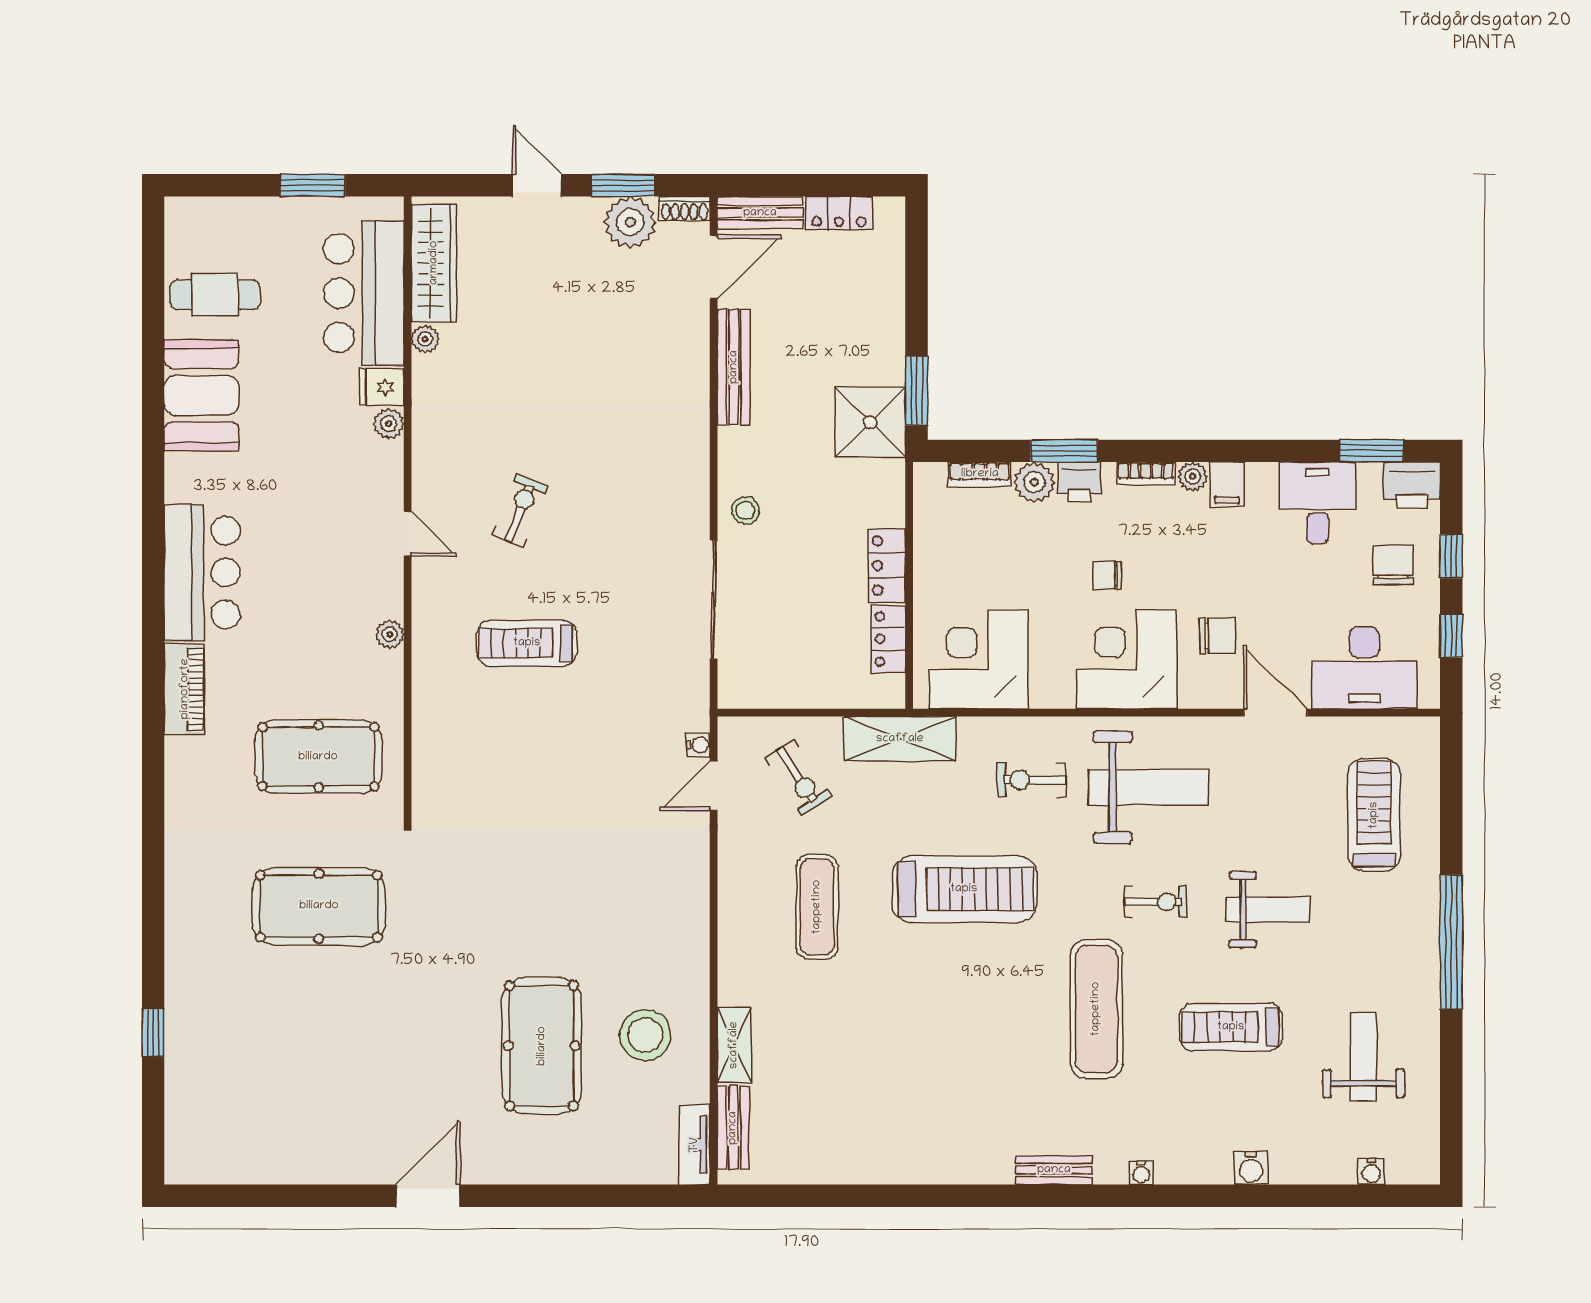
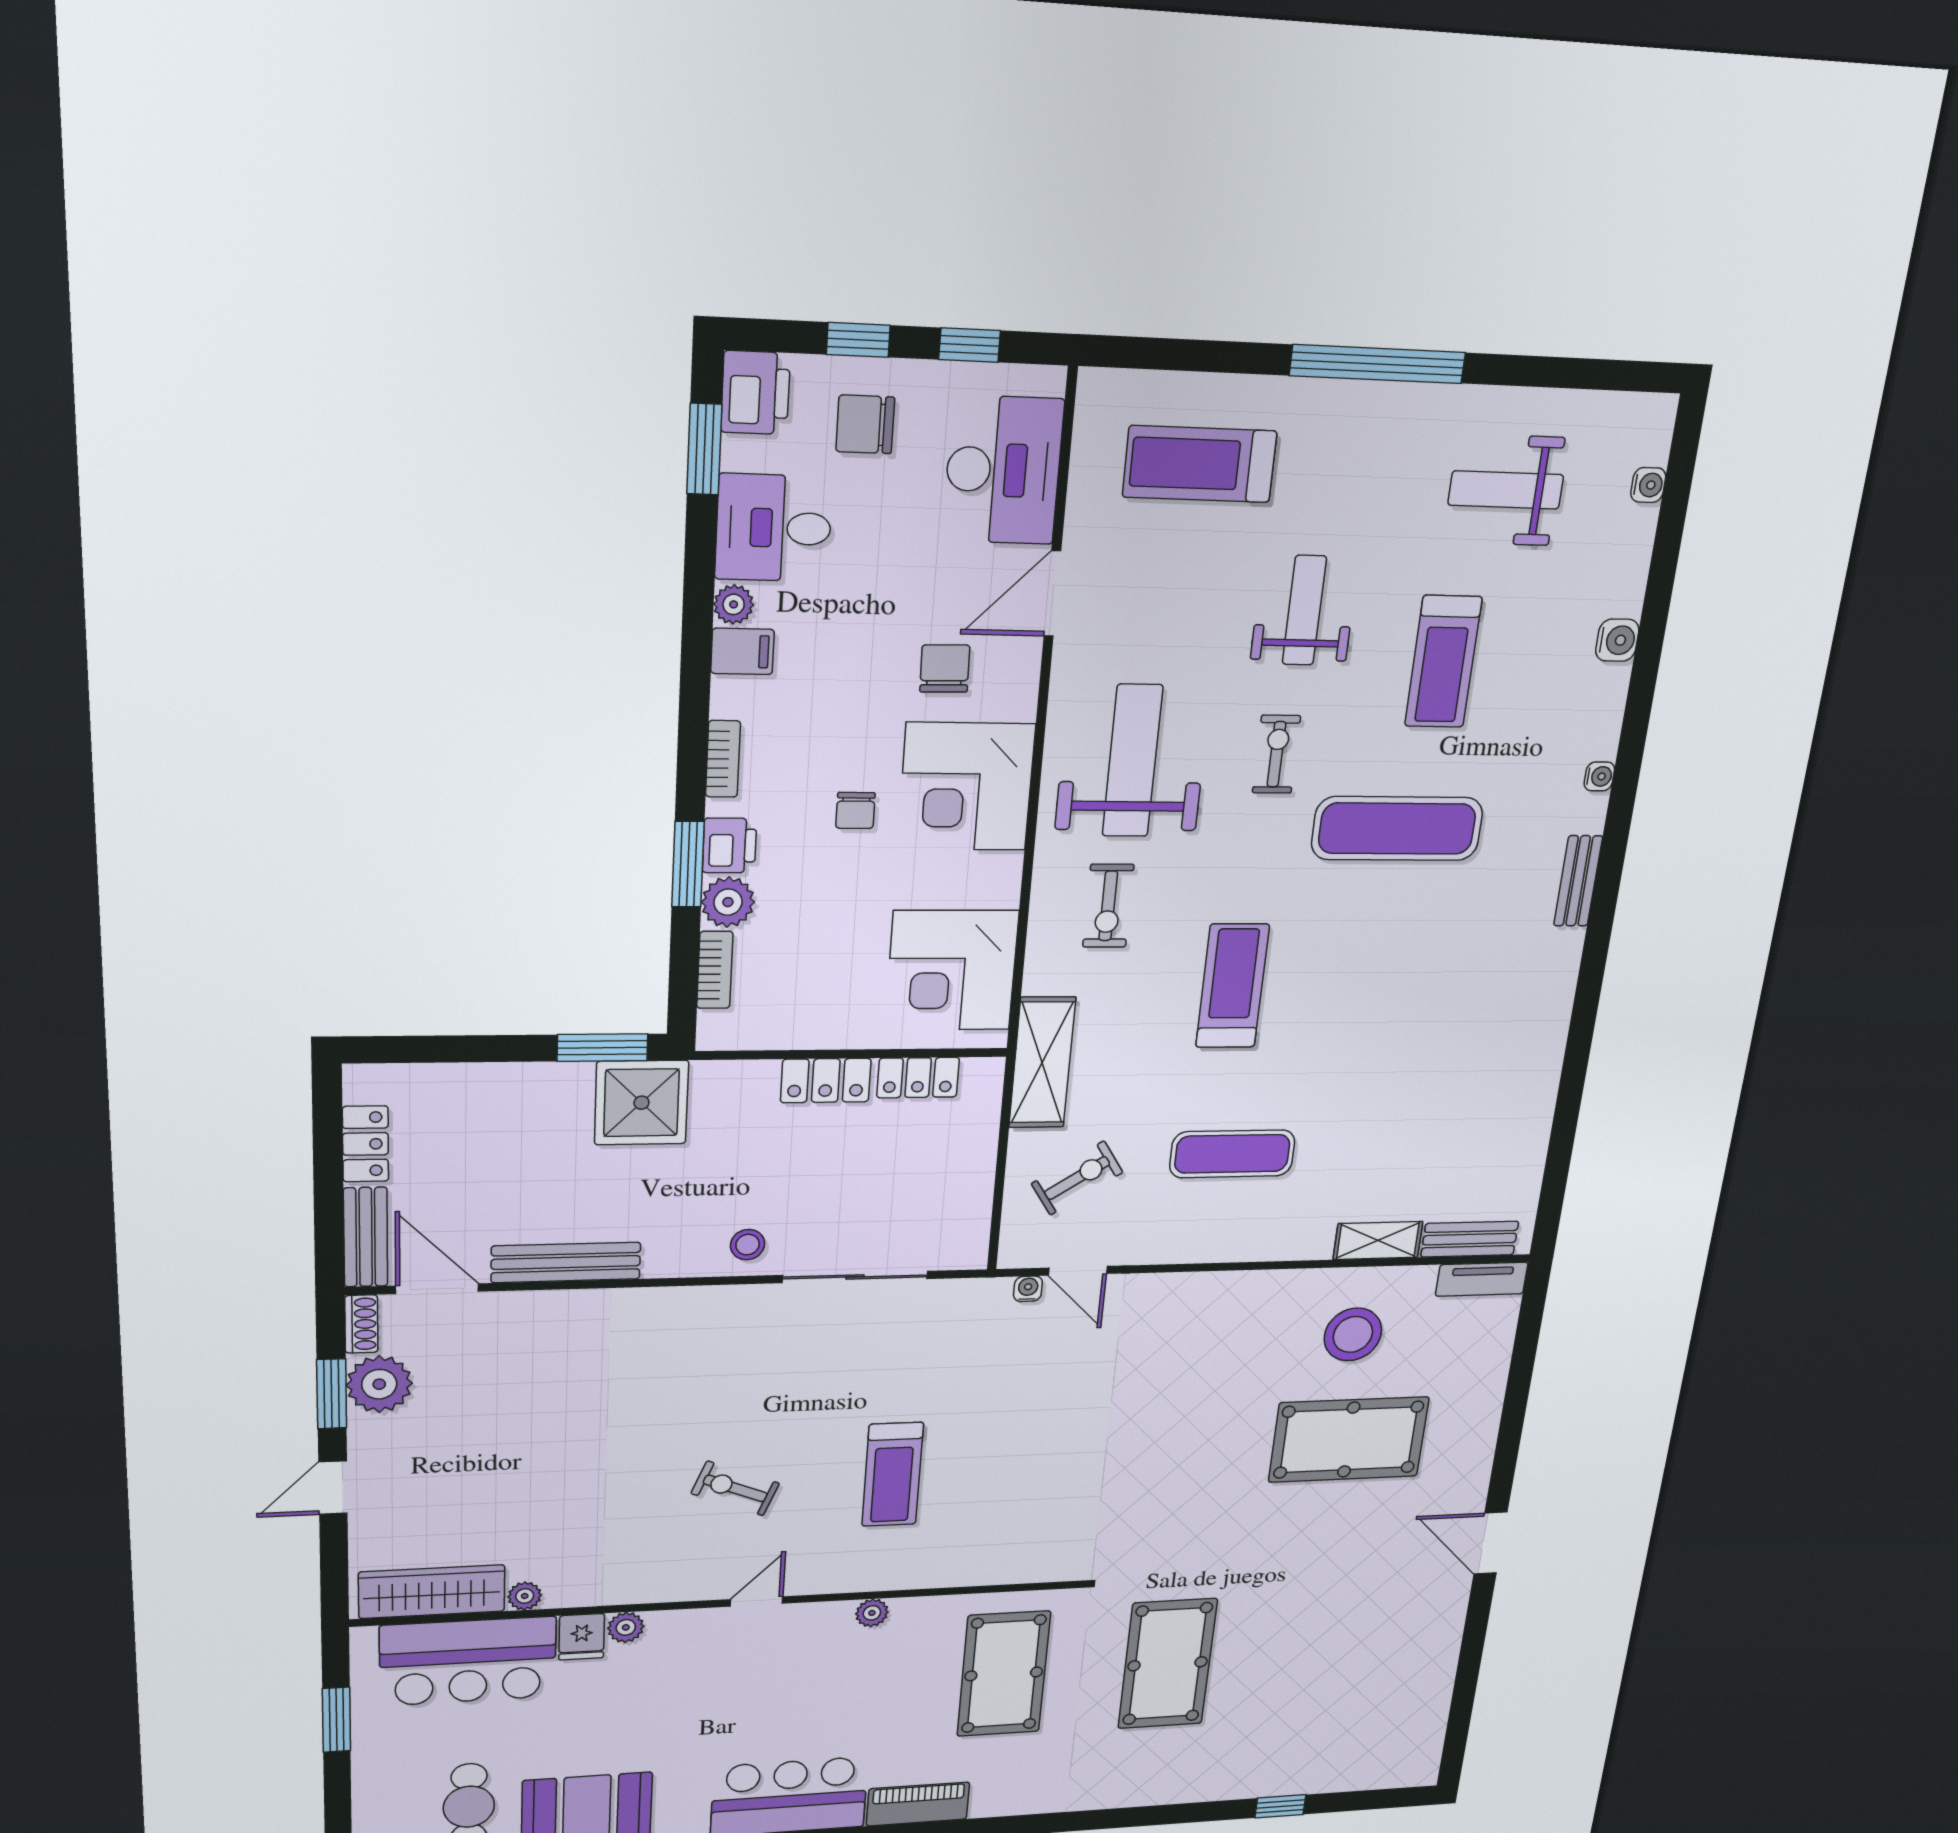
plant: (1193, 476) -> (734, 604), moved
treadmill: (964, 889) -> (1233, 986), width x0.73, depth x0.73

